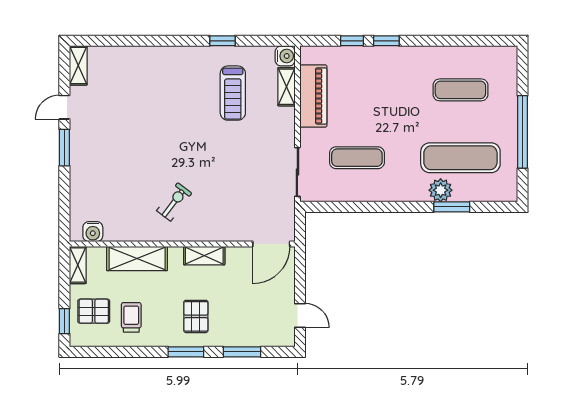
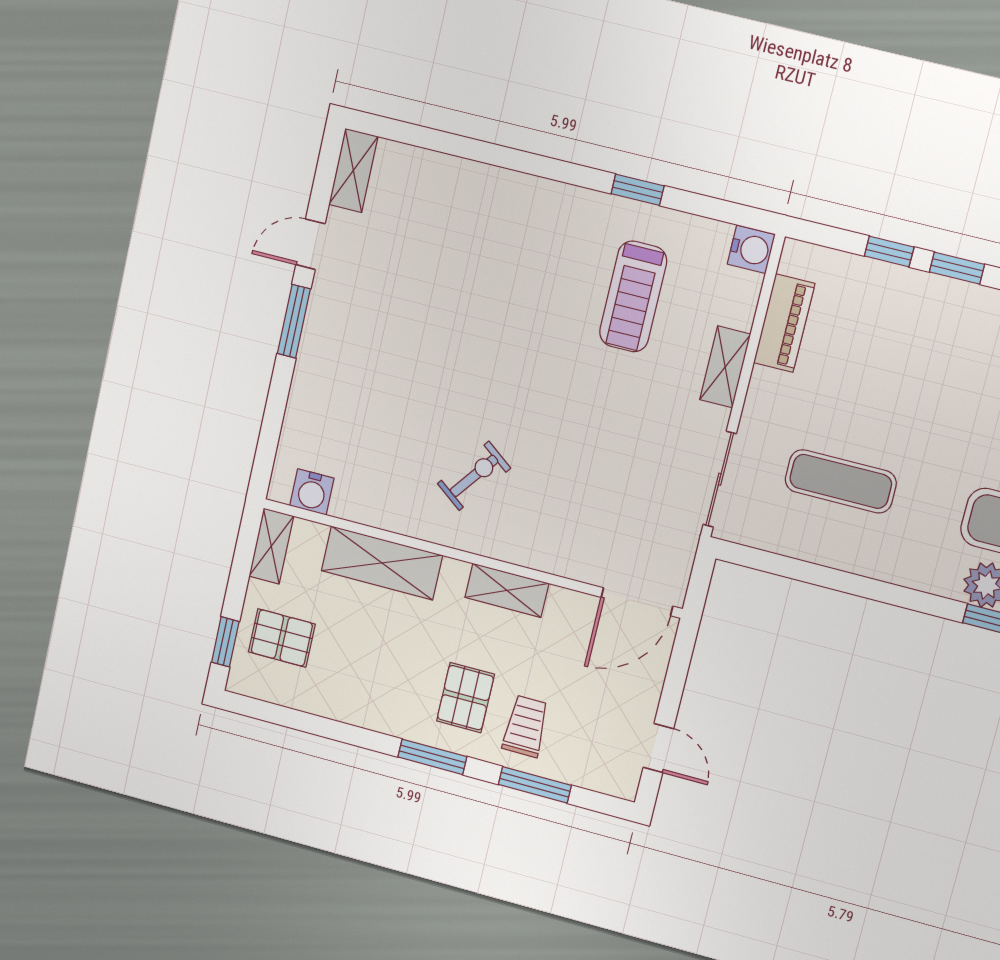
shelving: (286, 87) -> (725, 367), moved
piano: (313, 96) -> (784, 323), width x0.73, depth x0.75
trolley: (131, 317) -> (526, 726), moved

